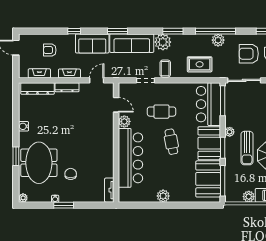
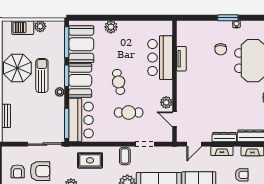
bar counter: (130, 158) -> (160, 58), width x0.73
tv unit: (109, 190) -> (181, 59), moved
plant: (163, 196) -> (111, 27), moved

